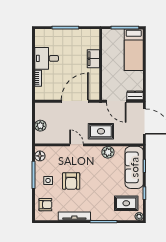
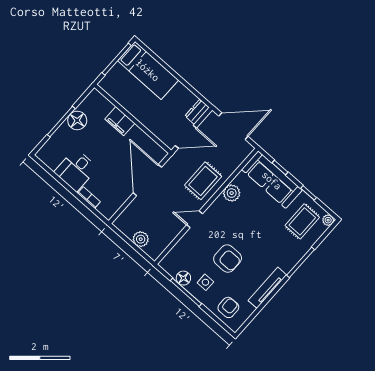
floor lamp: (74, 36) -> (77, 120), added
floor lamp: (40, 156) -> (183, 278), moved

